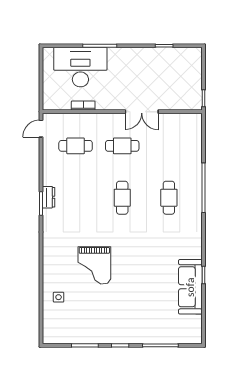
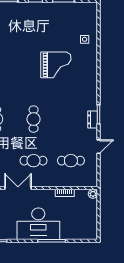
desk: (80, 67) -> (38, 224), moved
plant: (48, 104) -> (93, 194), added
door: (41, 129) -> (99, 147), moved
grand piano: (94, 265) -> (56, 65), turned 90

